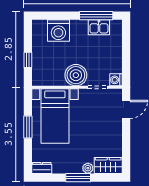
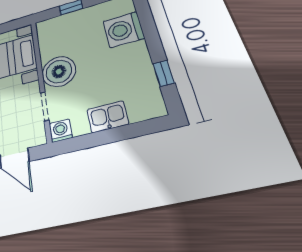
window: (96, 16) -> (164, 73), width x0.46
kitchen sink: (99, 27) -> (107, 117), moved, turned 90

